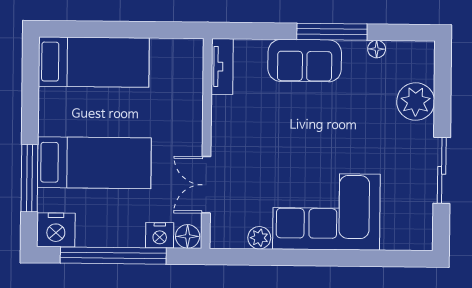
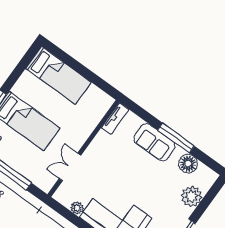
floor lamp: (377, 49) -> (188, 164), width x1.89, depth x1.89
nightstand: (160, 235) -> (33, 175), removed
floor lamp: (188, 236) -> (45, 184), removed

